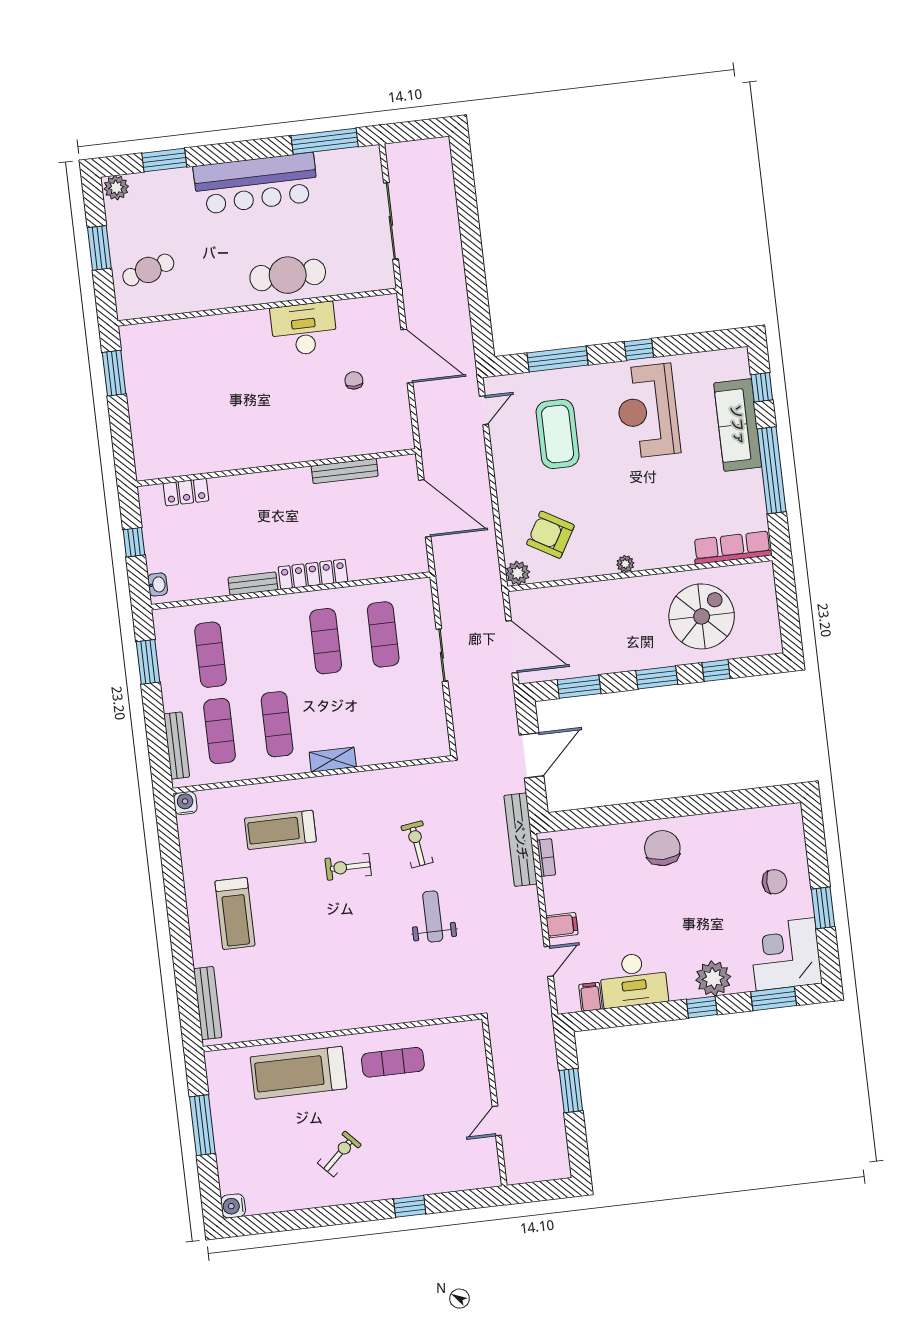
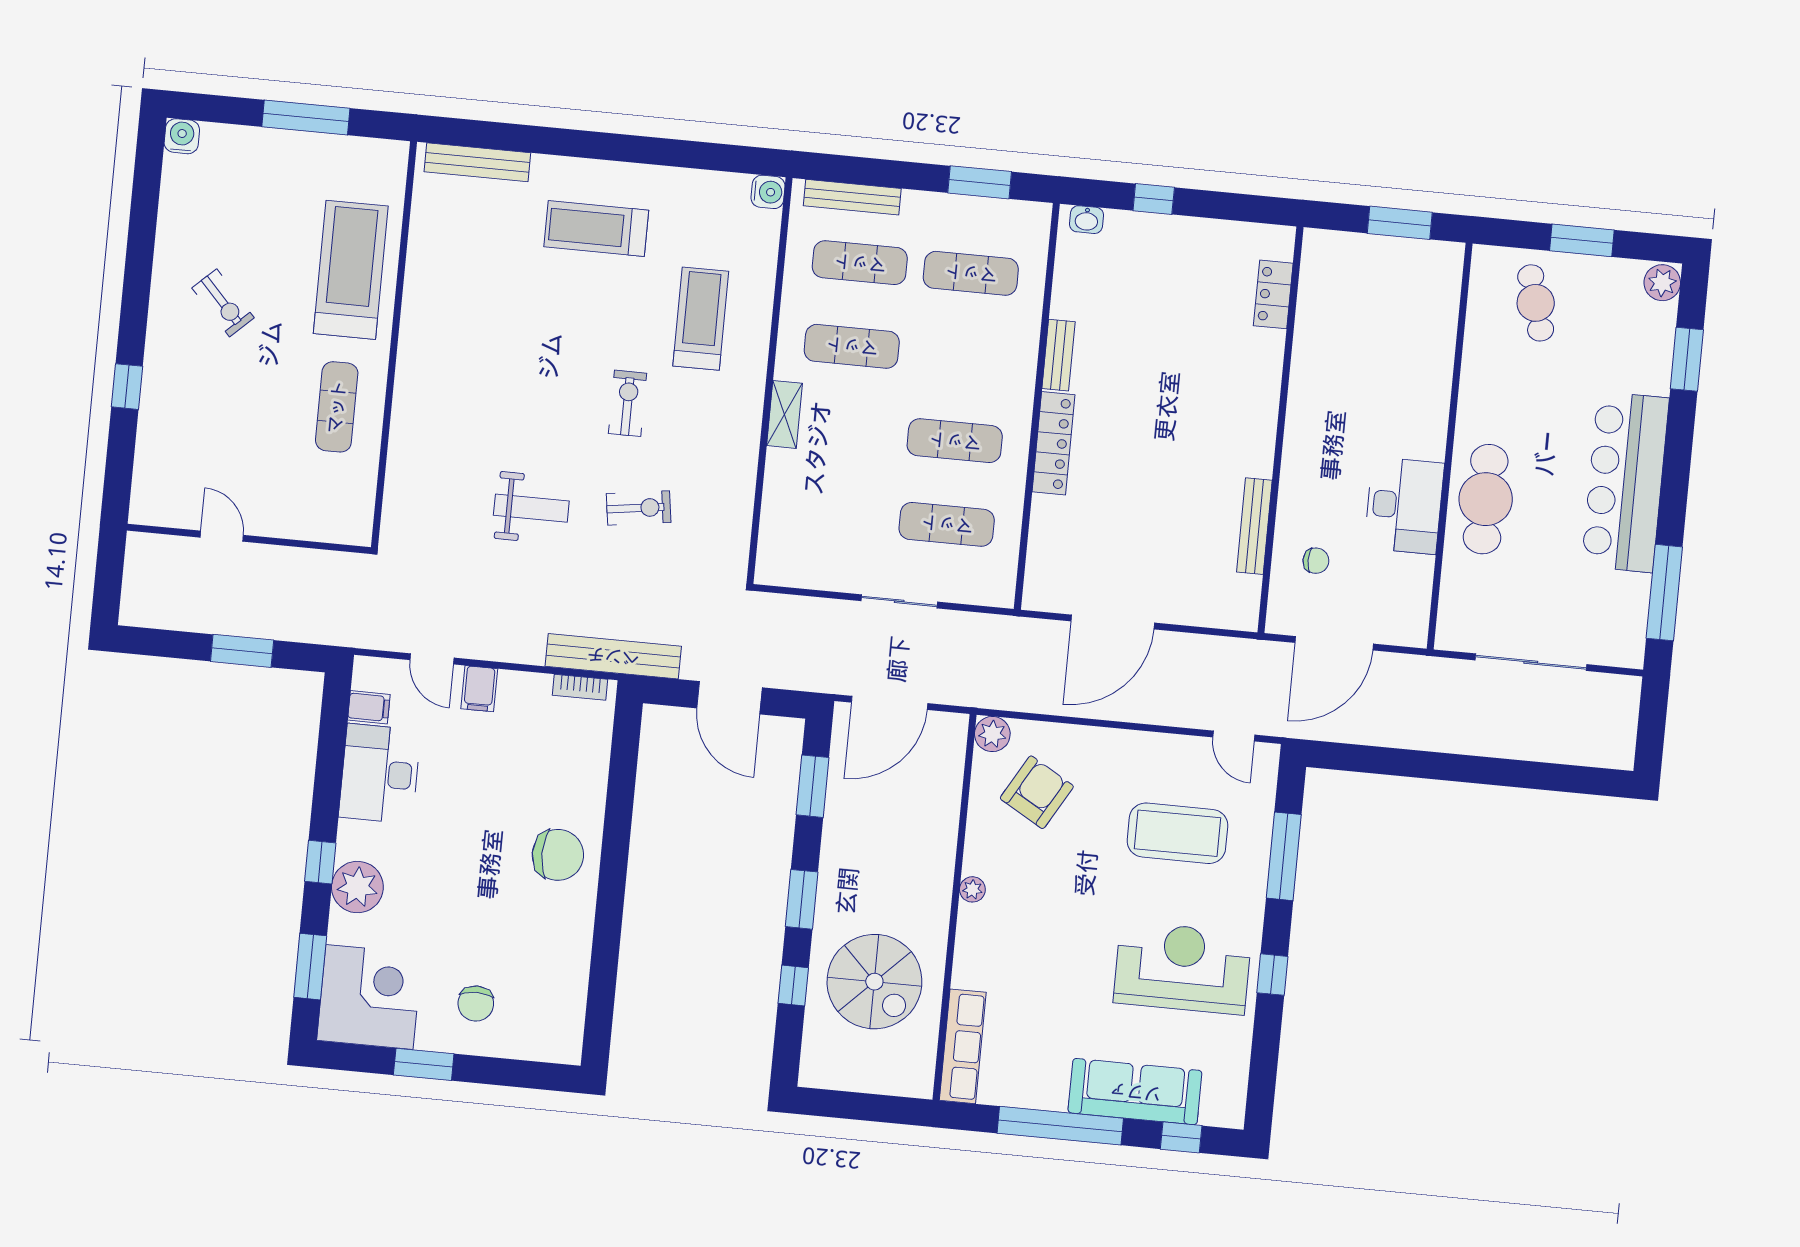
wall: (276, 468) -> (1280, 430), moved
bench: (345, 471) -> (1254, 526), moved
locker: (186, 492) -> (1273, 294), moved

